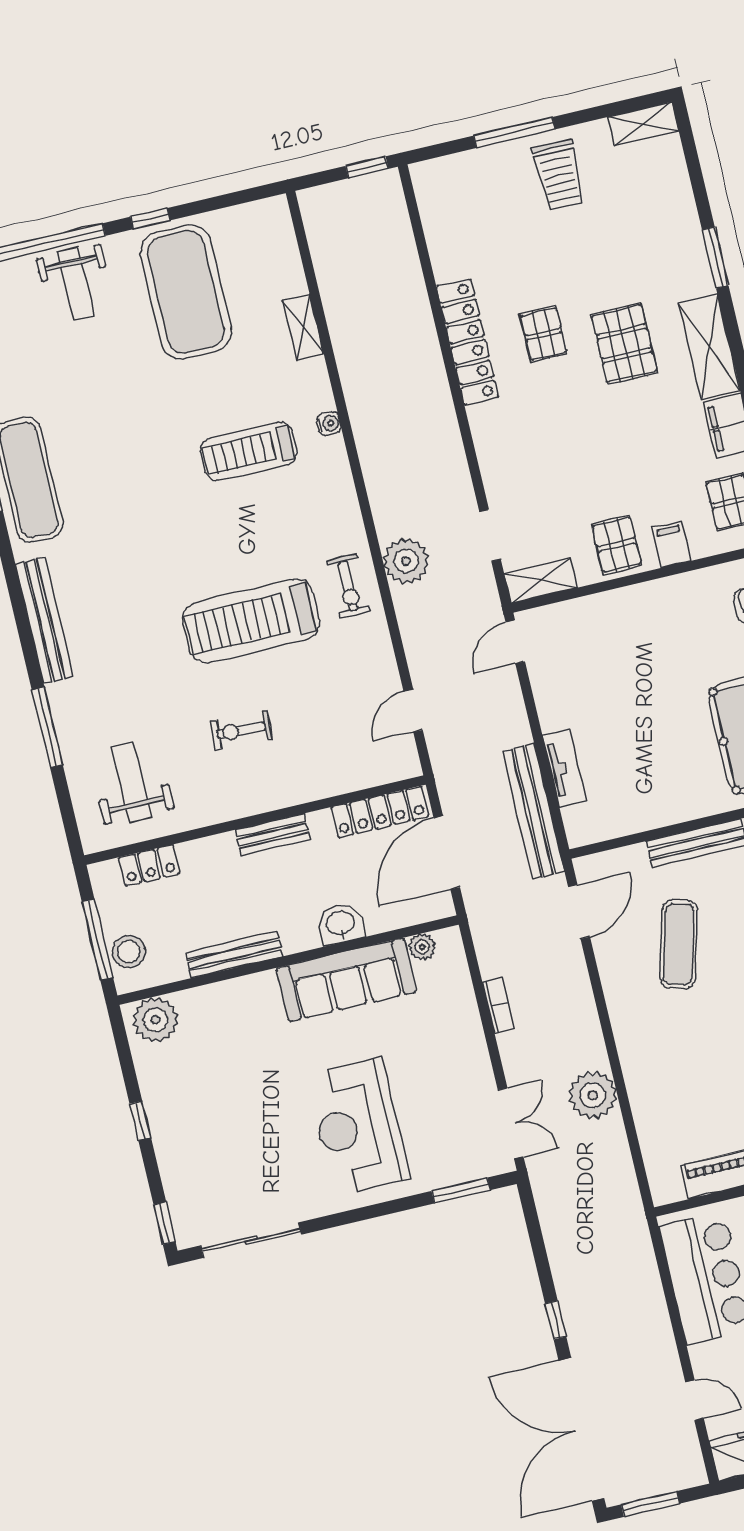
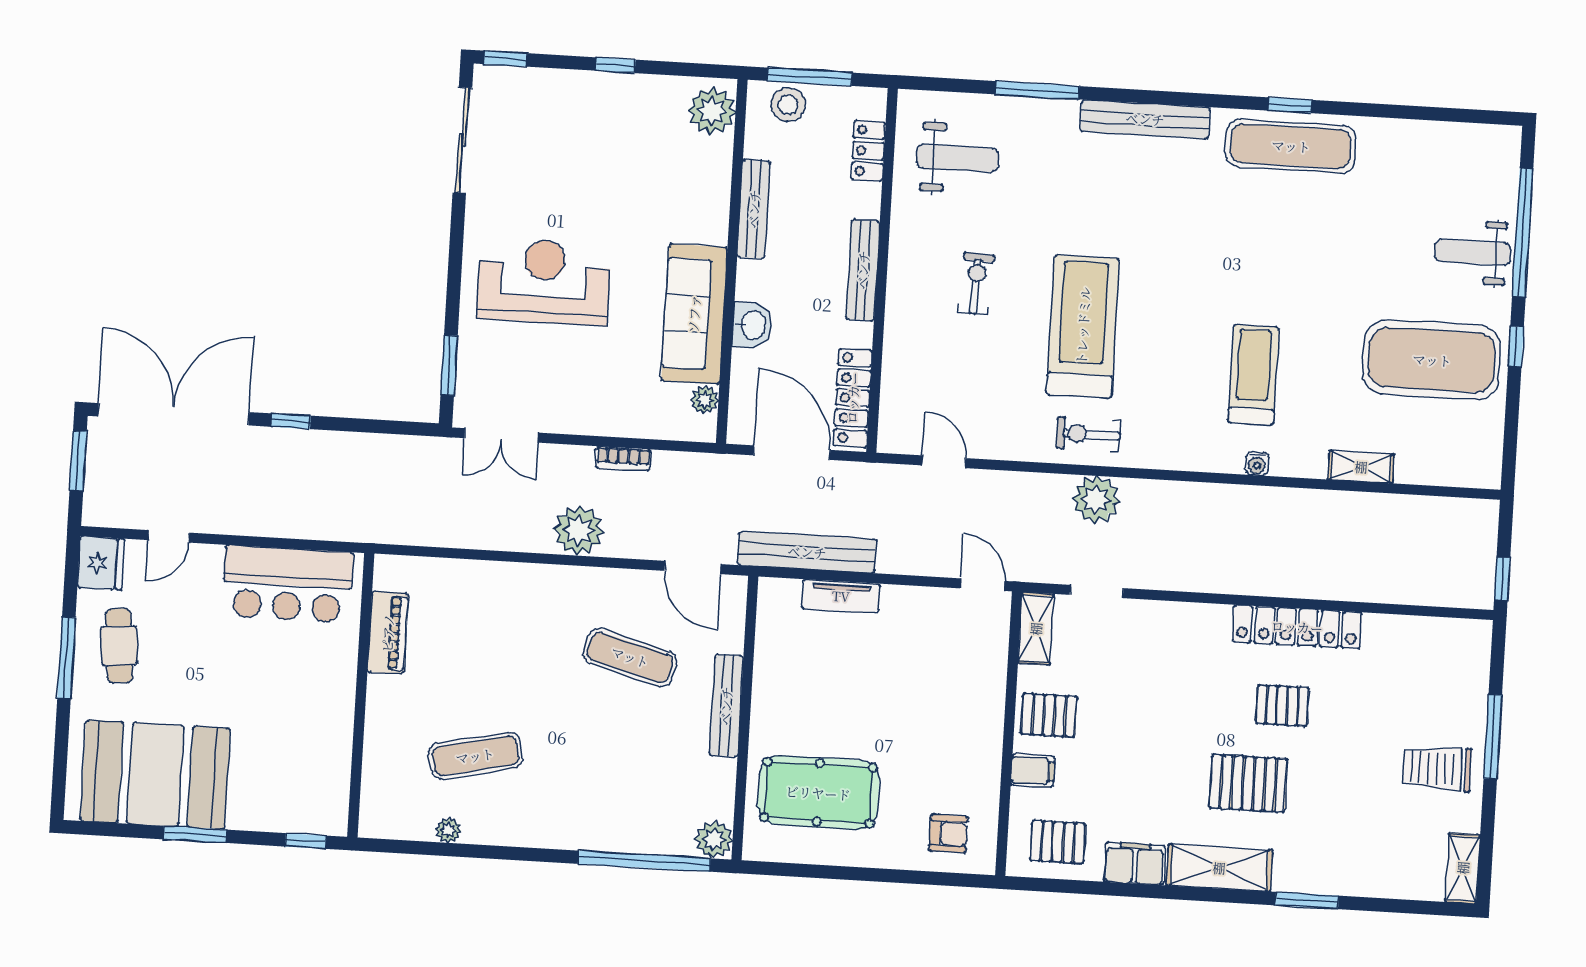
bench: (273, 835) -> (863, 270), width x1.36
plant: (593, 1095) -> (579, 531), moved

